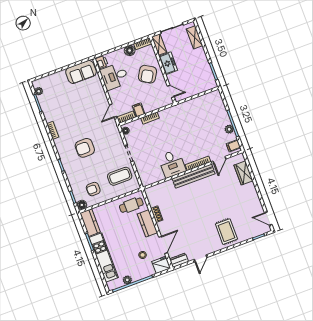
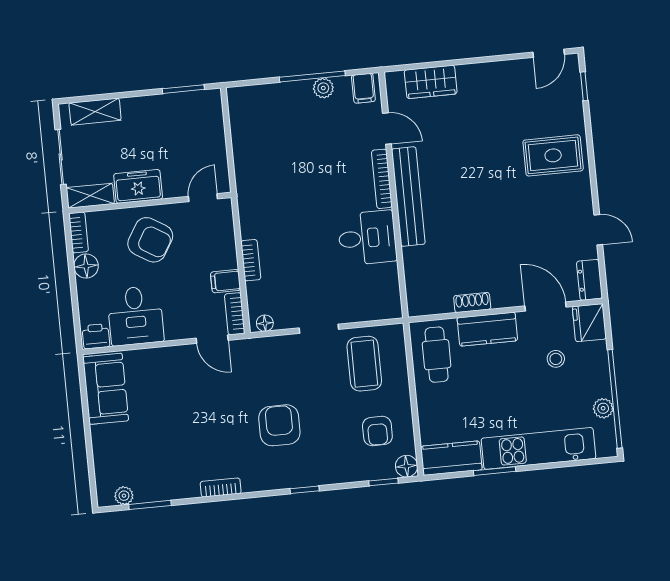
armchair: (85, 148) -> (279, 425), turned 180

